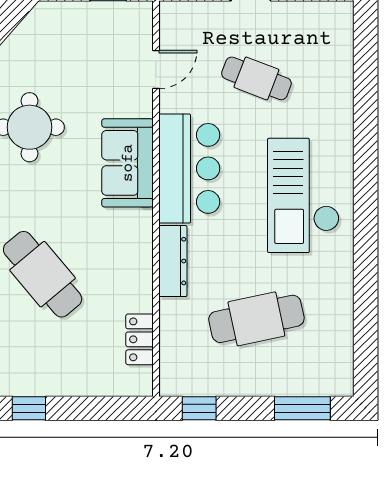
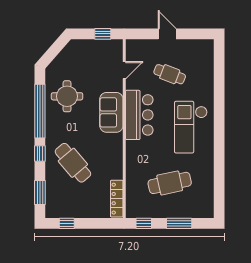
dresser: (173, 261) -> (132, 157), removed
locker: (139, 339) -> (117, 199), width x1.53
window: (302, 408) -> (179, 223), moved

